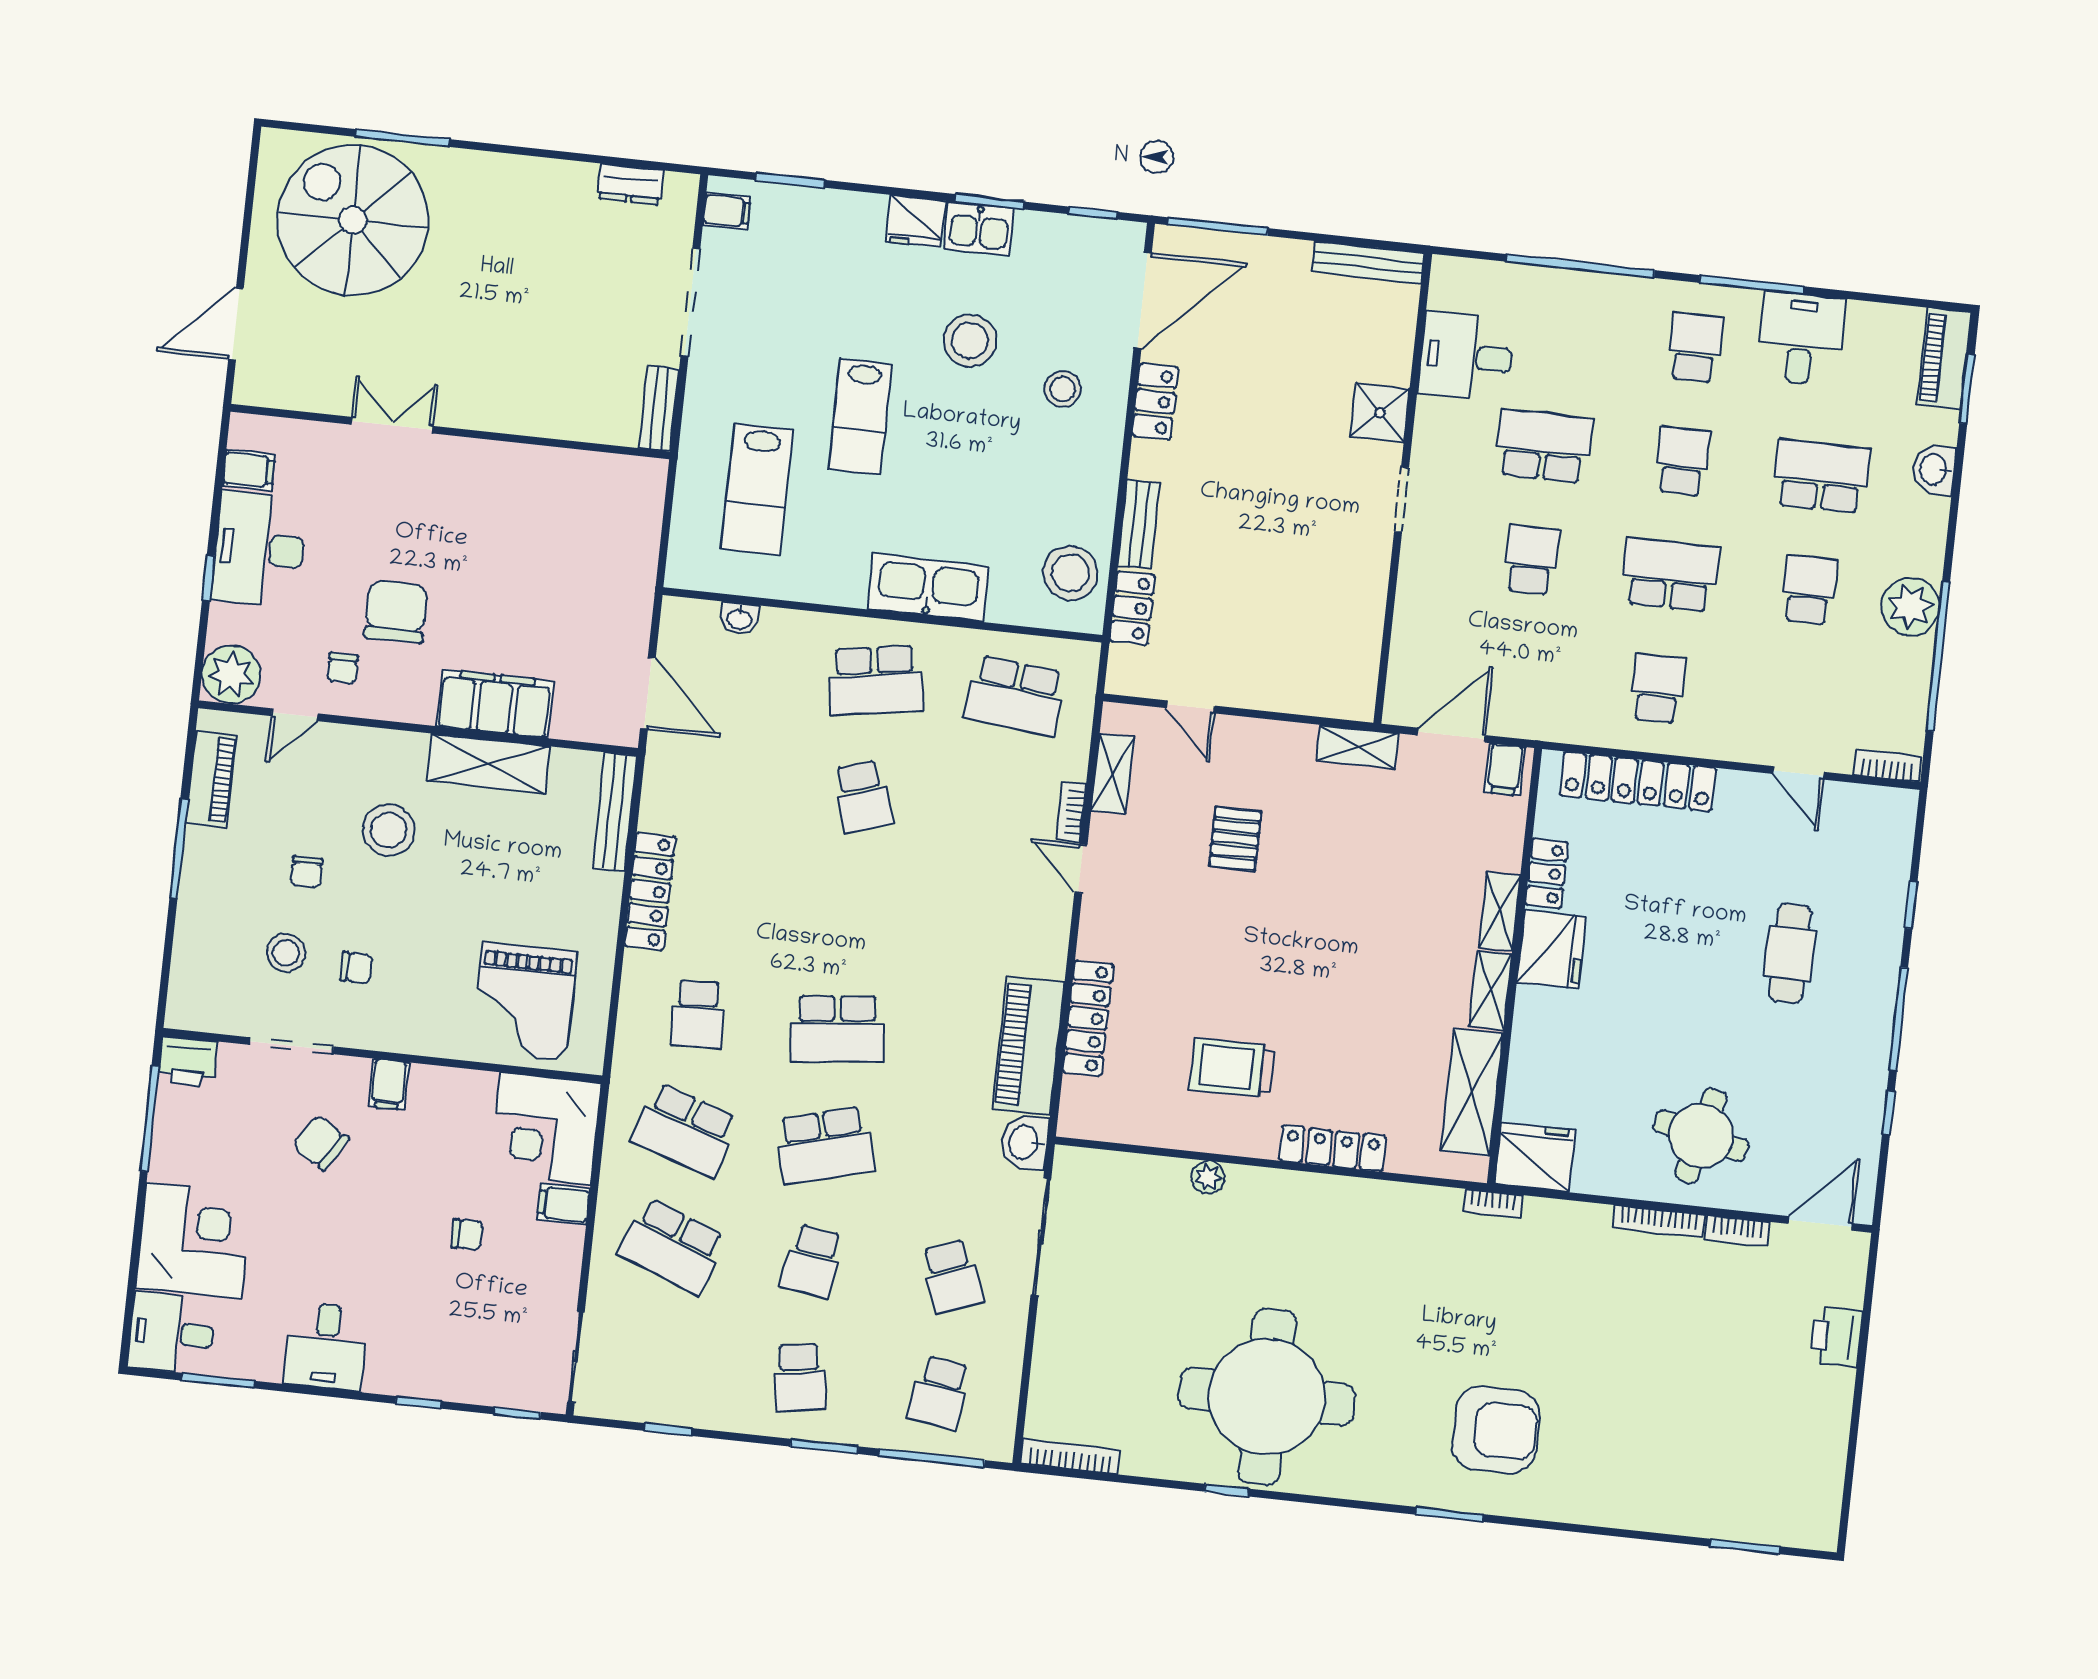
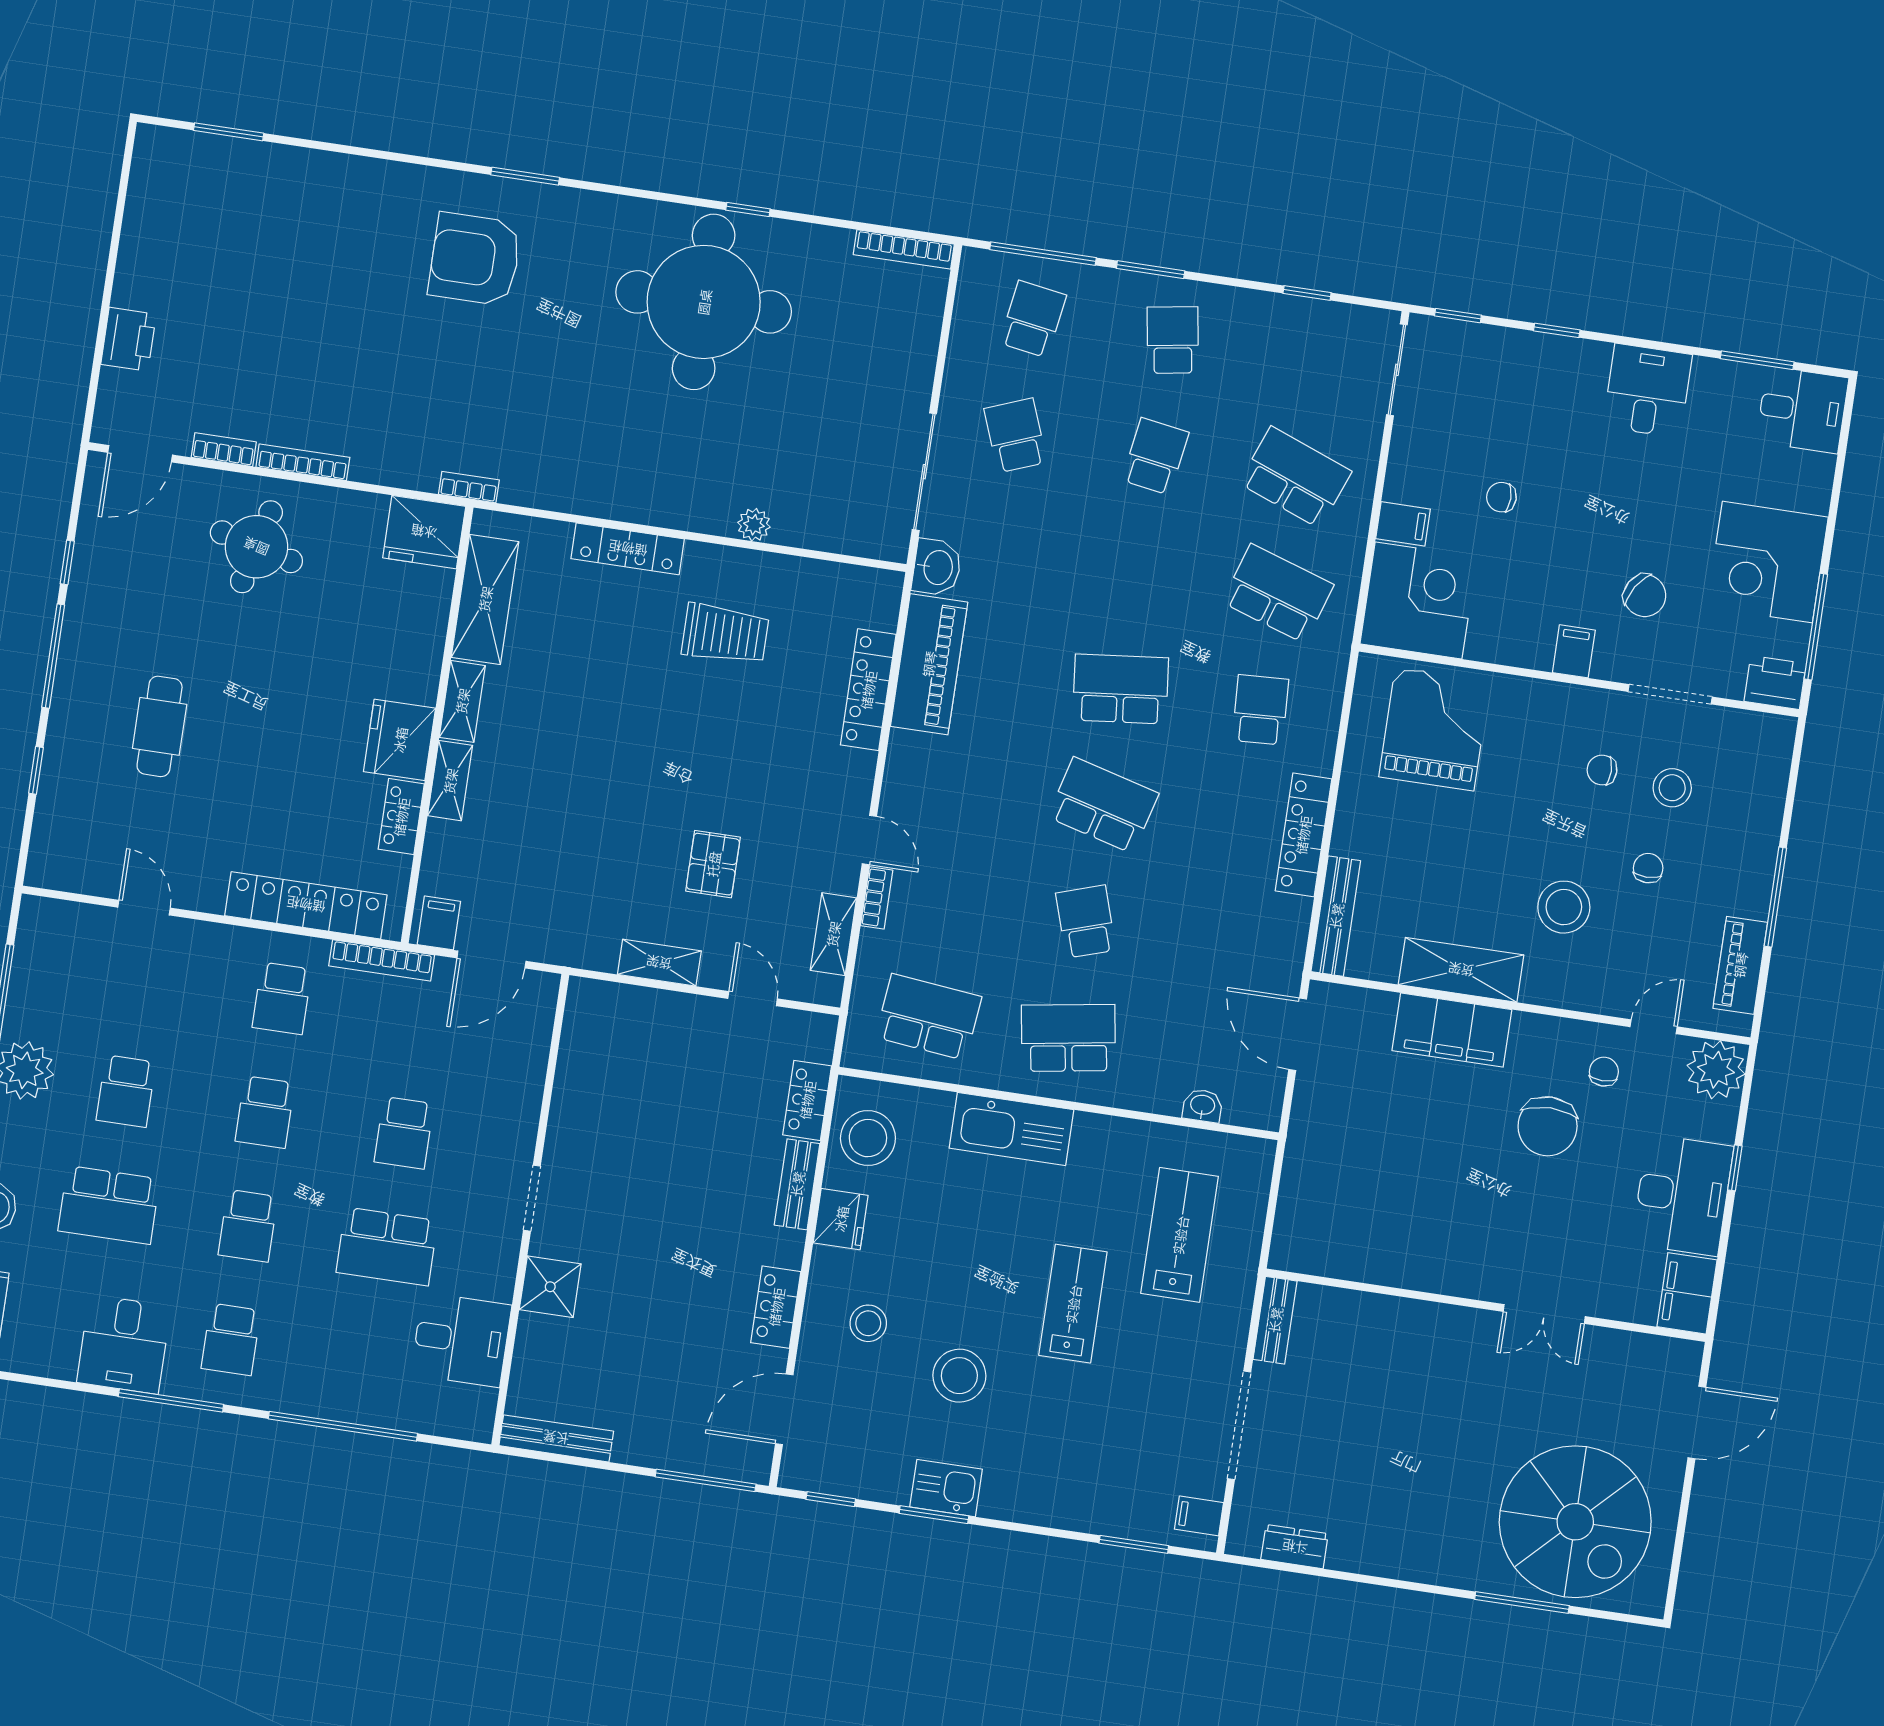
fridge: (916, 221) -> (841, 1219), moved, turned 90
door: (1143, 300) -> (784, 1409), width x0.73
filing cabinet: (249, 470) -> (1687, 1293), width x2.00
school desk: (1670, 575) -> (265, 1112), width x0.54
shelving: (1358, 747) -> (659, 963), moved
bookcase: (1887, 765) -> (382, 960), moved, width x1.56
school desk: (825, 1145) -> (1103, 805), moved, turned 30
corner desk: (194, 1241) -> (1767, 562), moved

